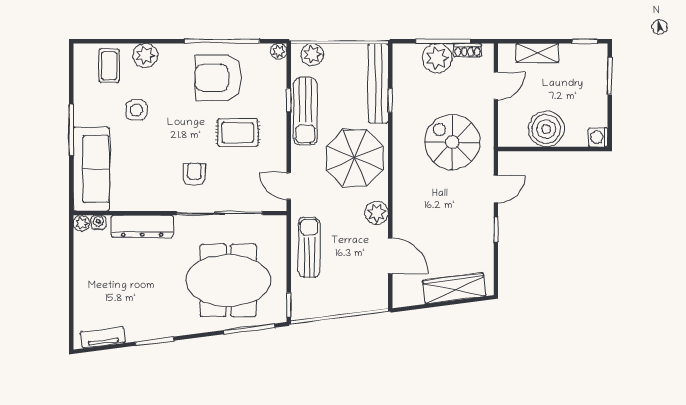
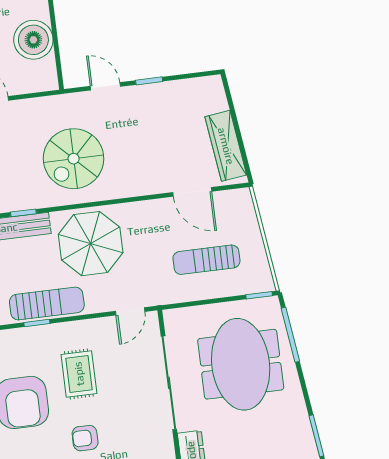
spiral stairs: (452, 142) -> (74, 159), moved
armchair: (194, 174) -> (85, 438), moved
plant: (377, 213) -> (147, 212), removed
sun lounger: (309, 247) -> (206, 260), moved
door: (390, 256) -> (192, 192), swing flipped
wardrobe: (454, 288) -> (226, 146), moved

